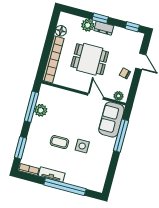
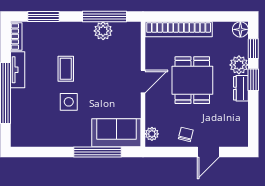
window: (132, 27) -> (253, 49), moved
floor lamp: (61, 31) -> (240, 29), moved
door: (96, 96) -> (143, 82), moved

